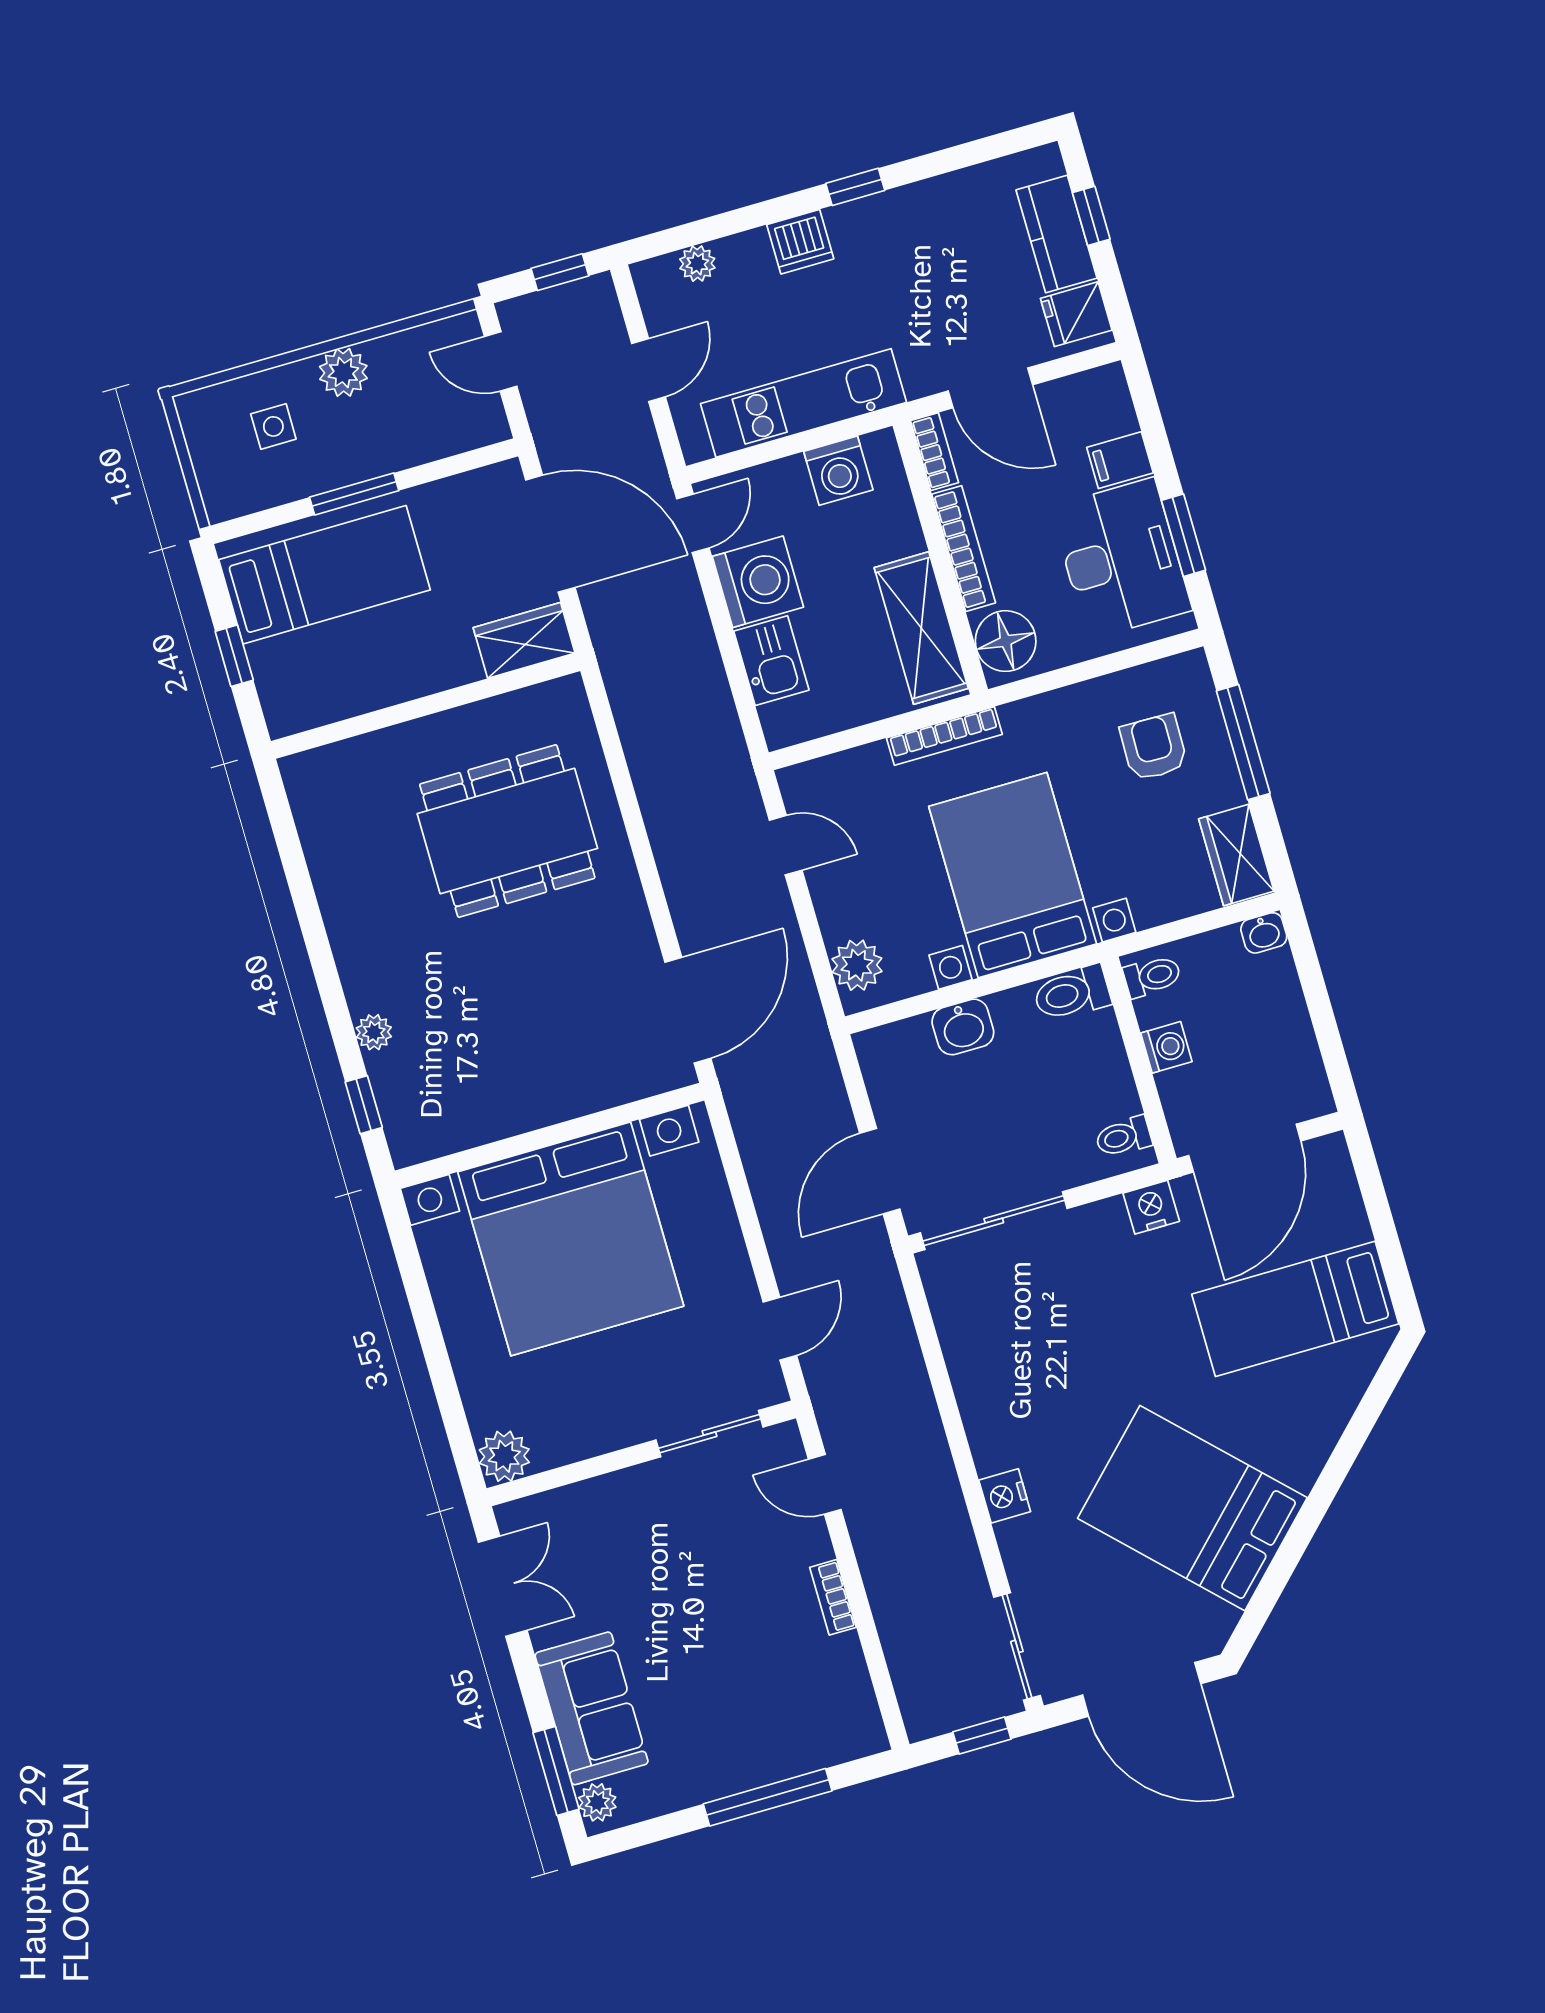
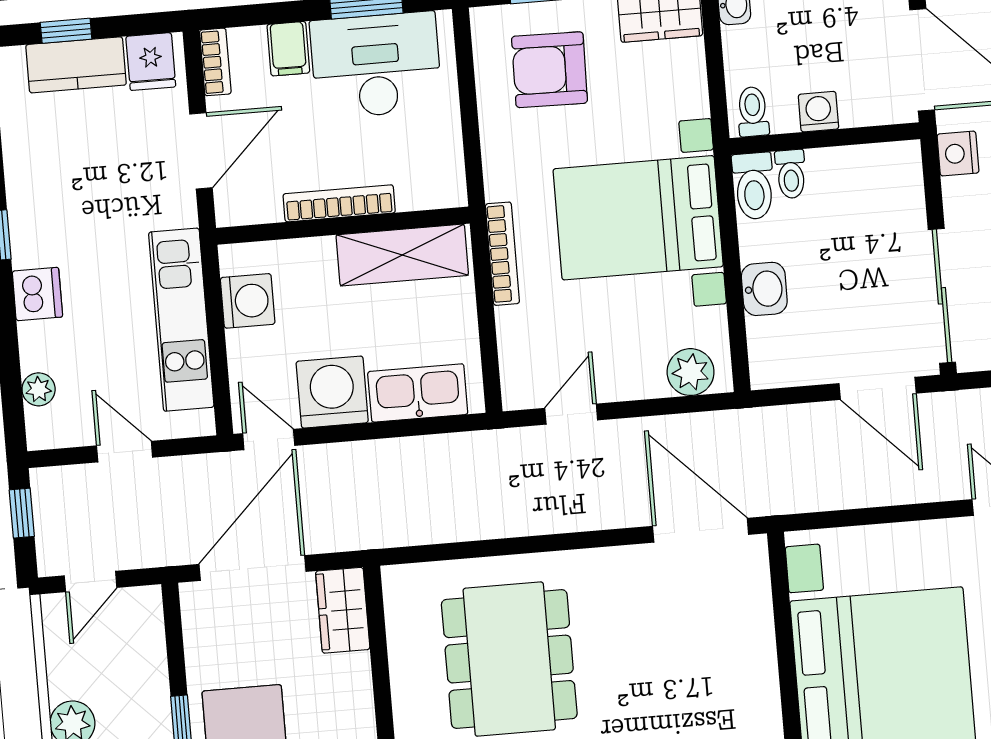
bookcase: (935, 452) -> (215, 62), moved, turned 90
floor lamp: (1006, 641) -> (429, 182), removed
kitchen sink: (771, 661) -> (418, 393), width x1.38
armchair: (1154, 747) -> (550, 70), width x1.38, depth x1.38
toilet: (1124, 1137) -> (791, 174), moved

